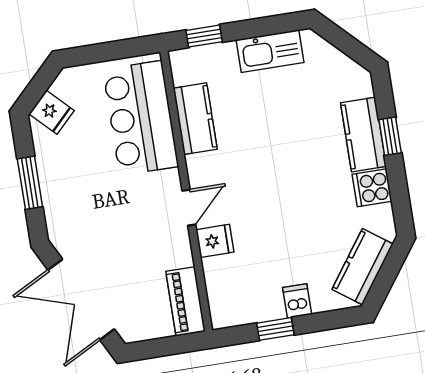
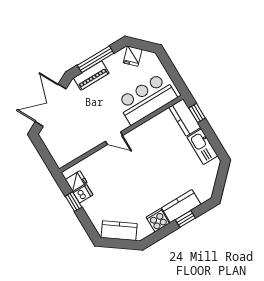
kitchen counter: (195, 119) -> (185, 117), moved, turned 90
window: (30, 183) -> (96, 59), width x1.44
fridge: (215, 241) -> (76, 181), moved, turned -90
piano: (186, 301) -> (91, 76), moved, turned 180
dishwasher: (297, 301) -> (83, 194), moved

